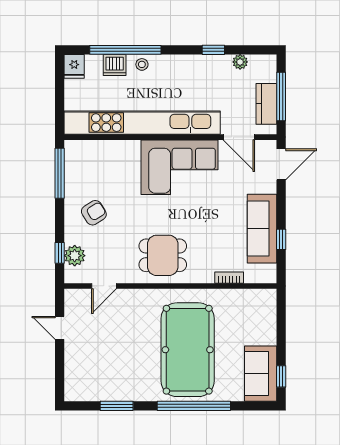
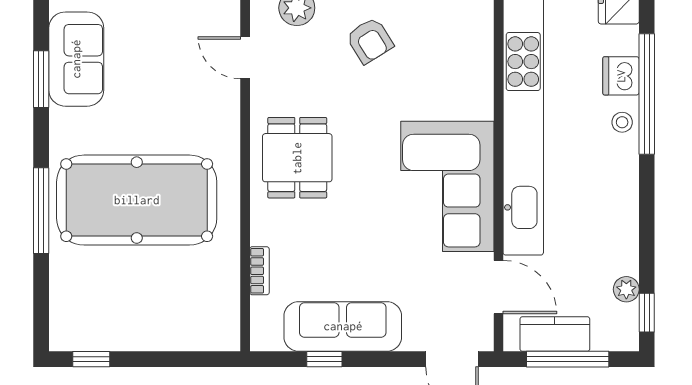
window: (213, 50) -> (647, 313), moved
door: (239, 137) -> (498, 287), swing flipped
sofa: (261, 374) -> (76, 59), moved, turned 90
window: (194, 406) -> (41, 211), width x0.68

